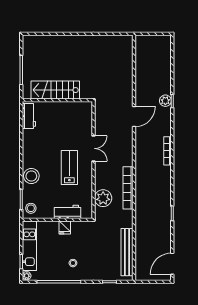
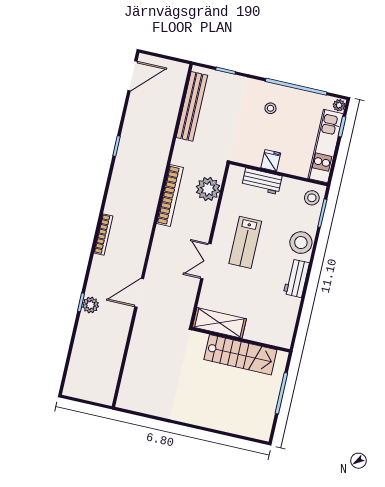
shelving: (75, 109) -> (219, 323), added
workbench: (29, 116) -> (296, 278), moved

